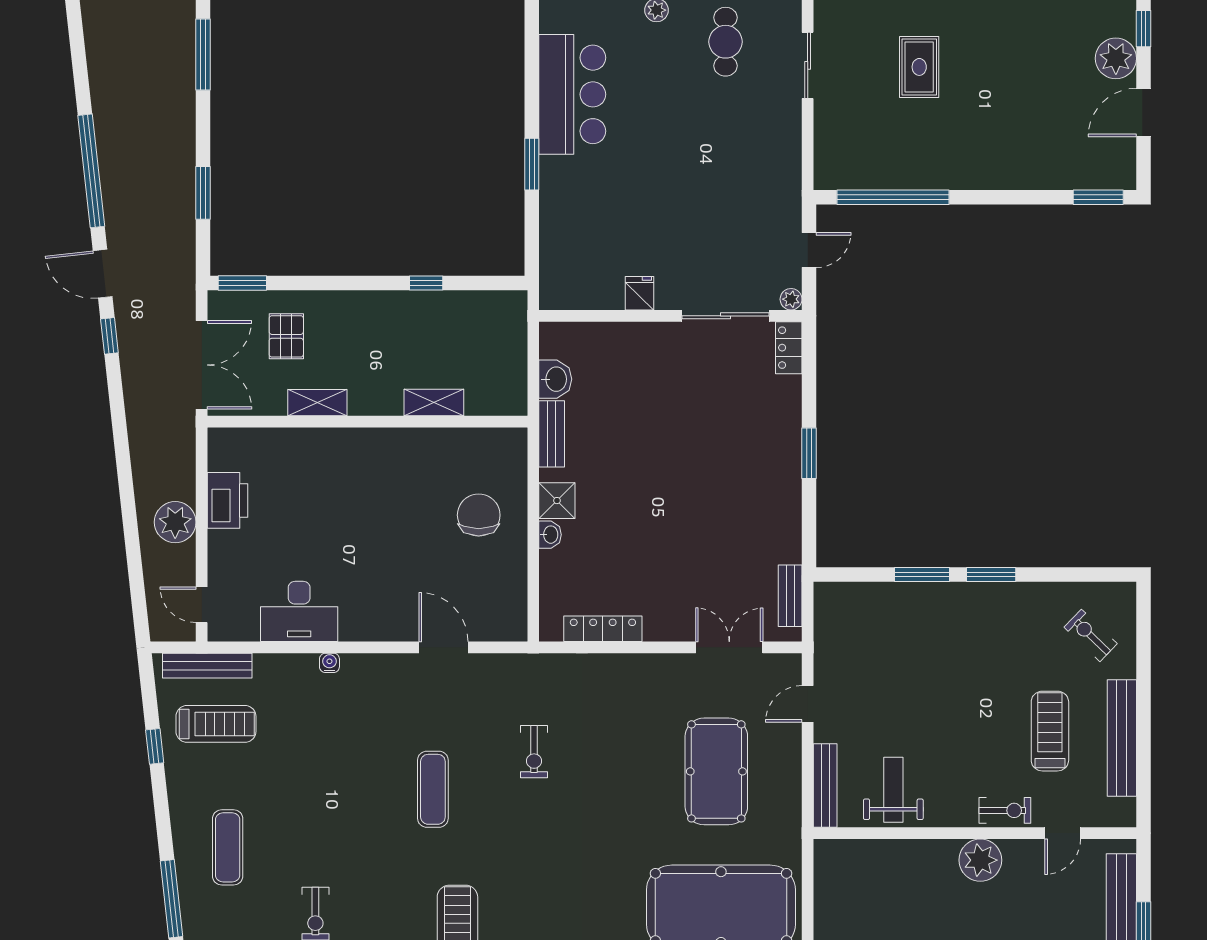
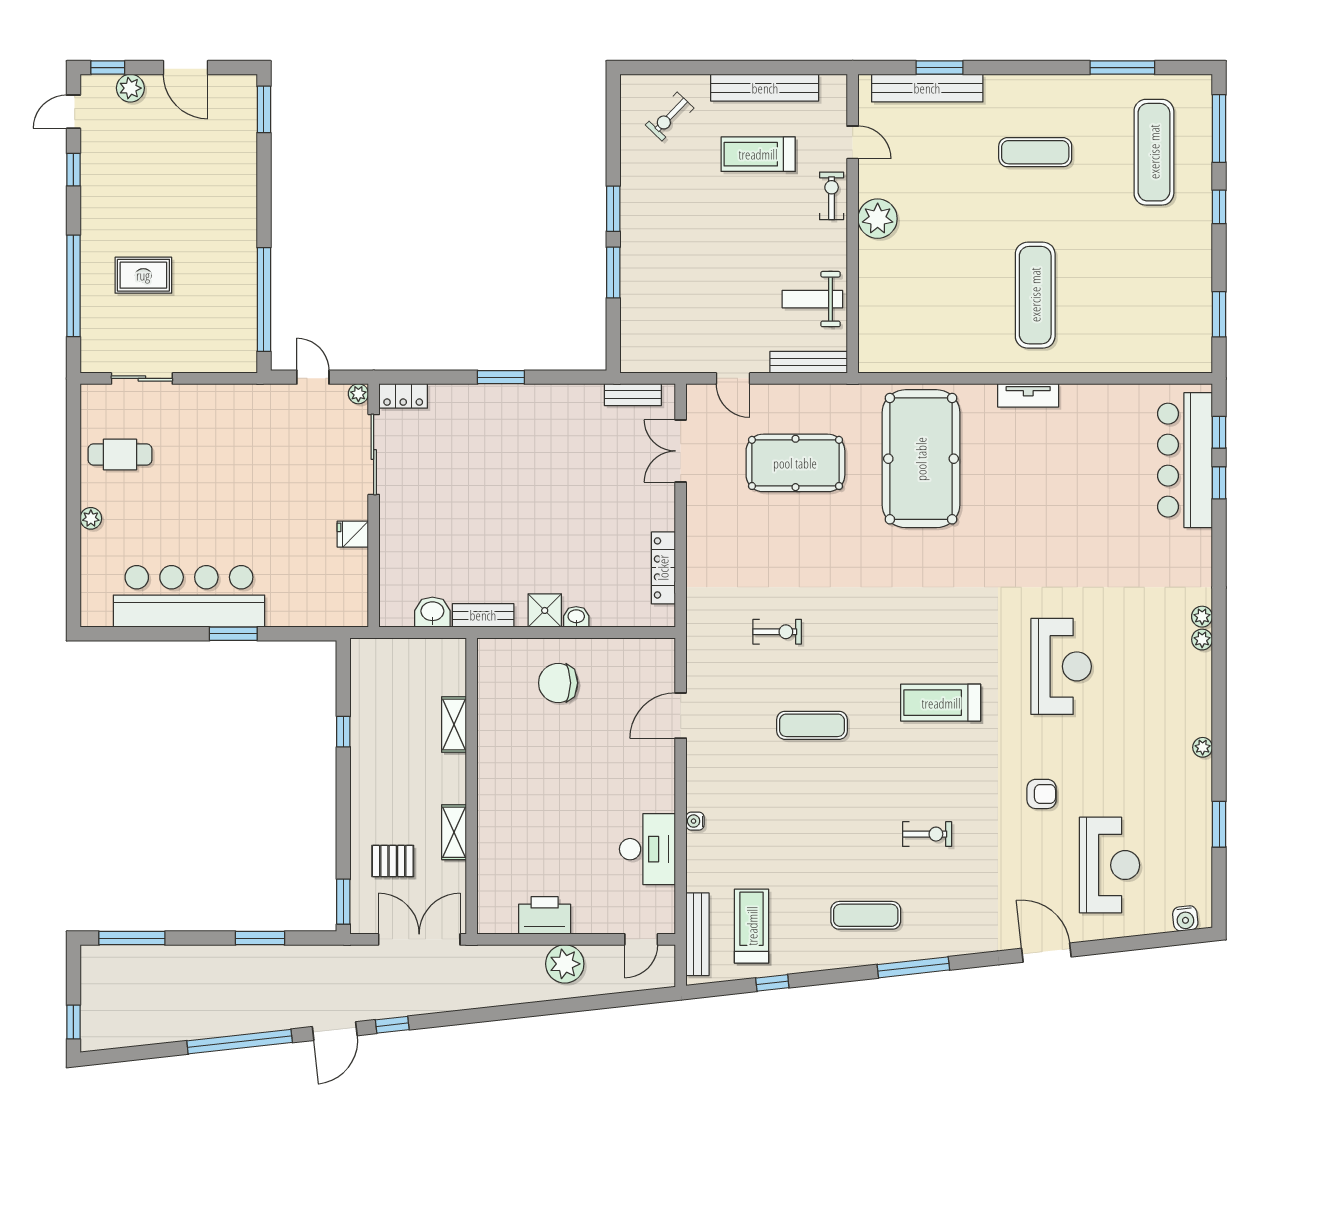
plant: (1116, 58) -> (130, 88), width x0.73, depth x0.73
bar counter: (572, 94) -> (189, 596), width x1.36

